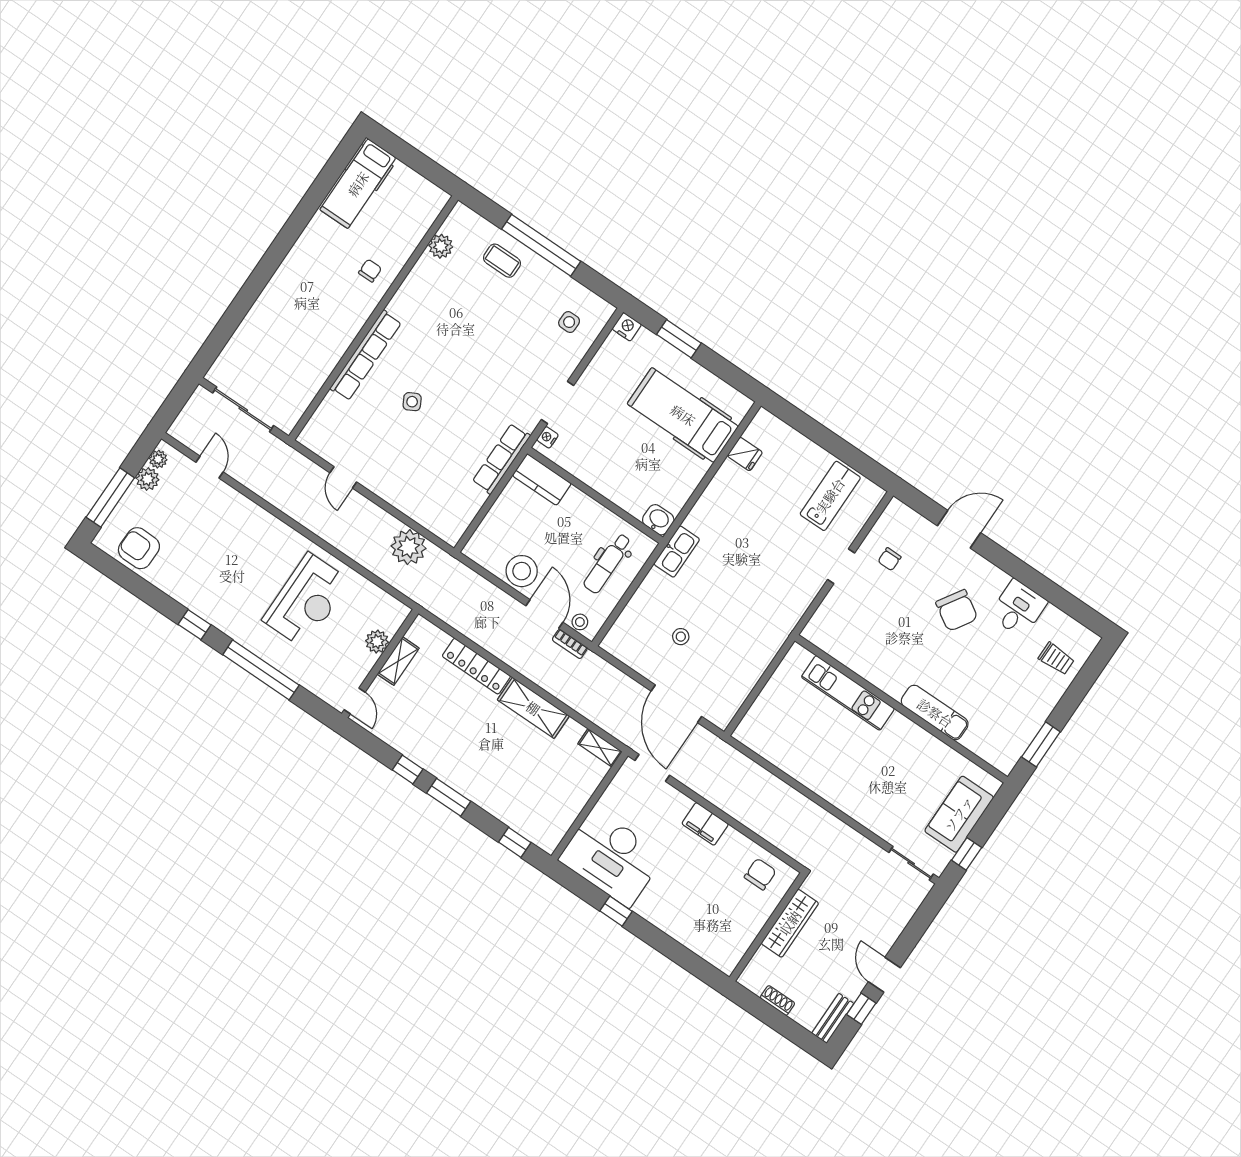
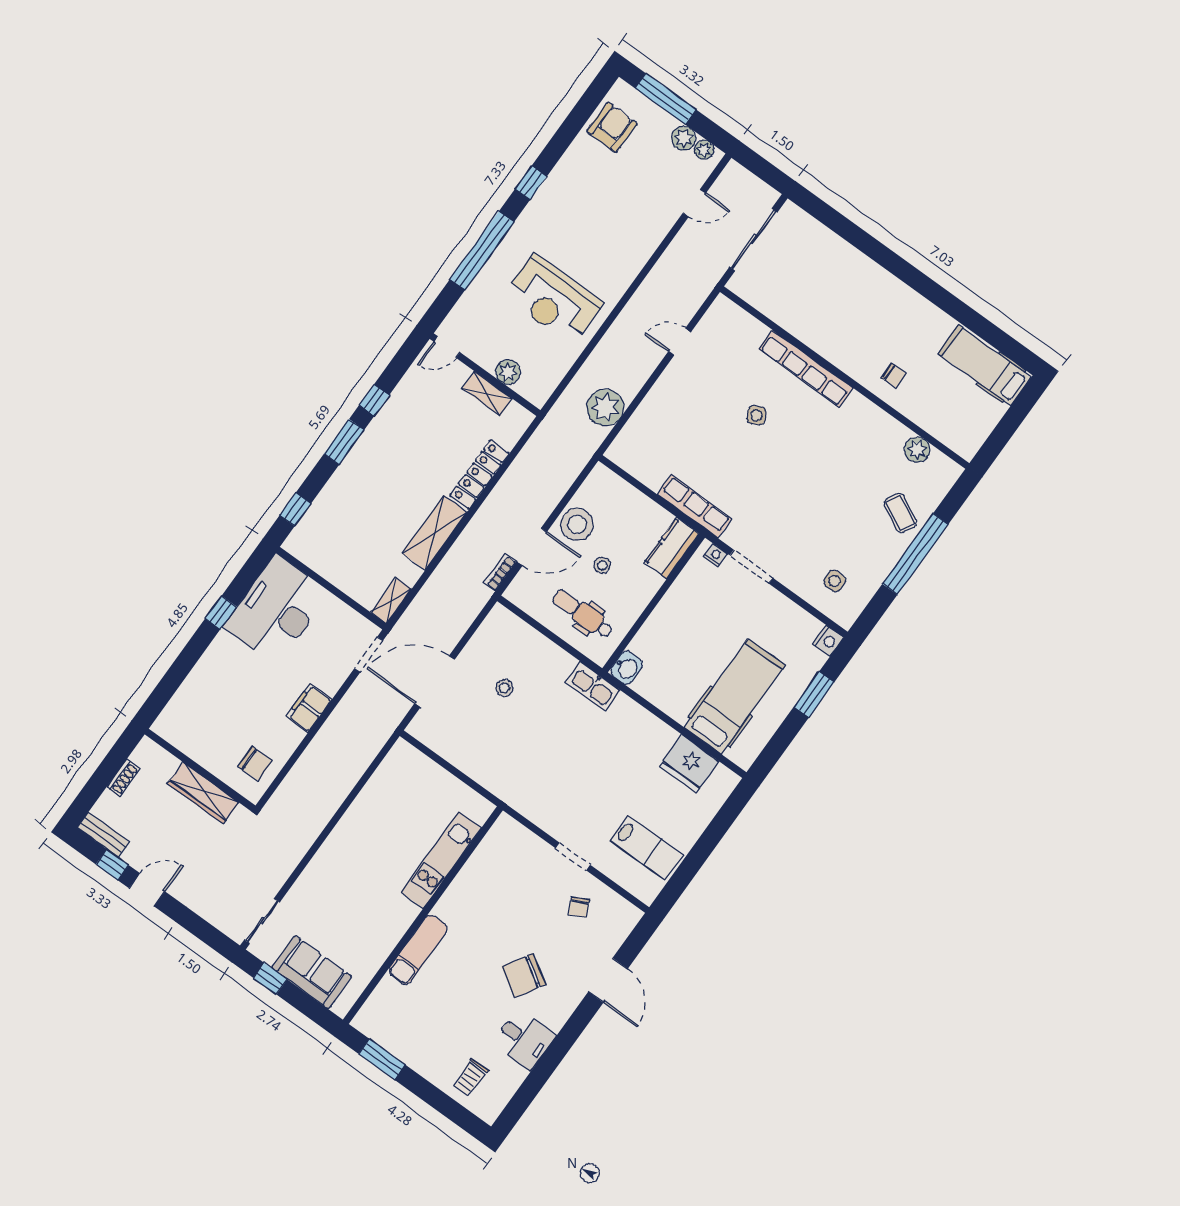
coffee table: (502, 261) -> (900, 513), turned -63
fridge: (745, 454) -> (689, 764), width x1.88, depth x1.34
chair: (890, 559) -> (579, 907), turned -117
stool: (580, 622) -> (602, 565), moved

